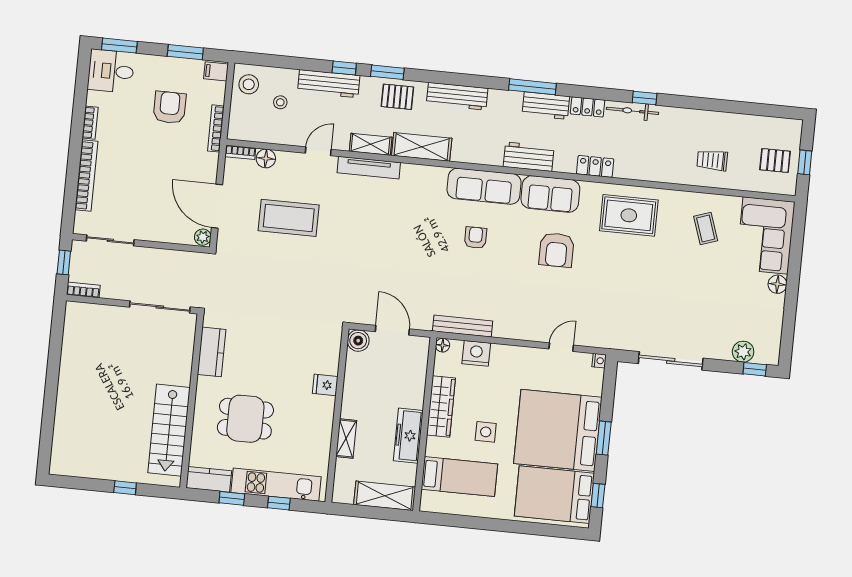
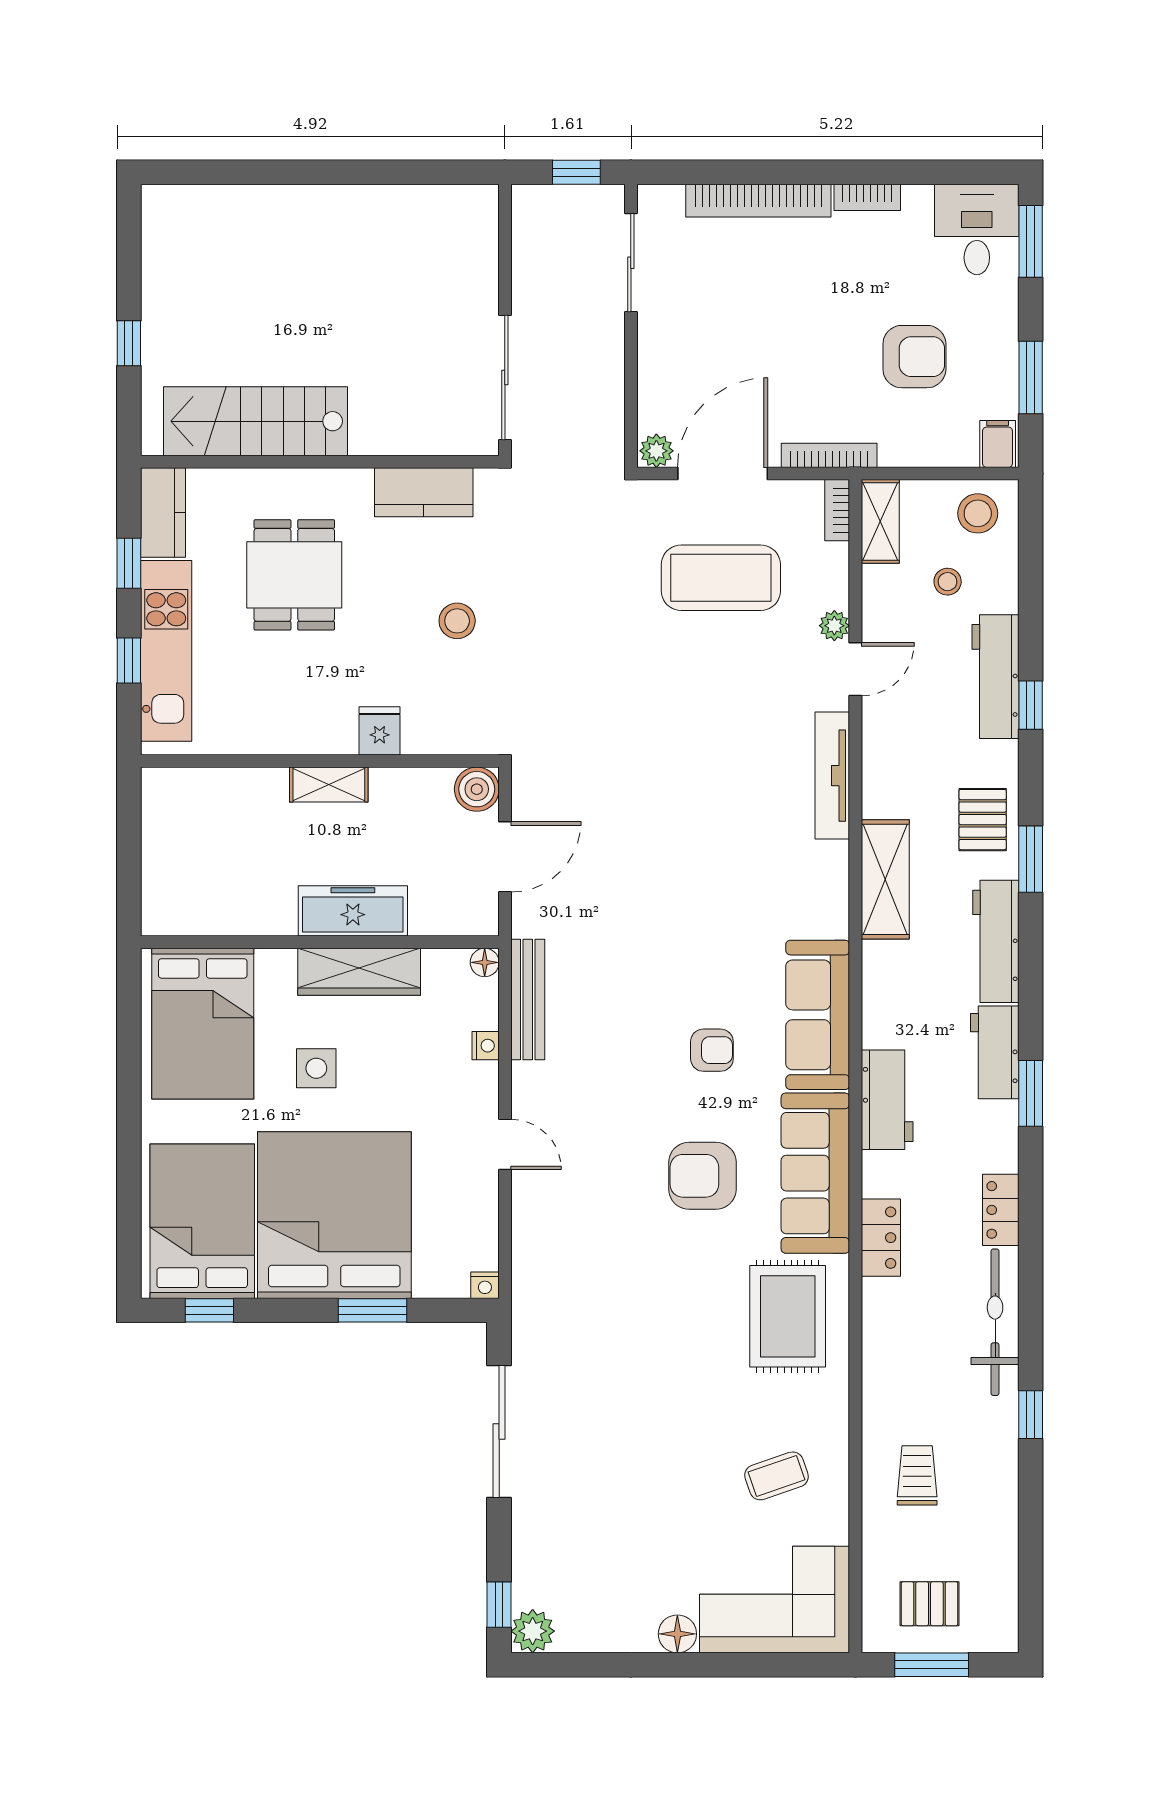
window: (387, 72) -> (1031, 859), moved
window: (532, 87) -> (1031, 1093), width x0.69
window: (645, 98) -> (1031, 1415), moved
workbench: (546, 106) -> (995, 1052), moved
bicycle: (632, 111) -> (995, 1322), width x1.37, depth x1.40
bookcase: (216, 128) -> (829, 455), moved
shelving: (371, 144) -> (880, 521), moved
door: (318, 151) -> (855, 669), hinge flipped
floor lamp: (266, 158) -> (830, 564), removed
plant: (296, 159) -> (834, 626), added
pallet: (775, 161) -> (929, 1604), turned 90
window: (805, 162) -> (932, 1665), width x1.50
sofa: (550, 194) -> (815, 1173), width x1.36
coffee table: (289, 218) -> (721, 578), moved, turned 90
armchair: (475, 238) -> (712, 1050), moved
bookcase: (83, 290) -> (524, 218), removed
stool: (276, 342) -> (457, 621), added
door: (561, 347) -> (505, 1144), moved
plant: (743, 352) -> (533, 1631), moved
nightstand: (476, 353) -> (486, 1046), width x0.53, depth x0.56
freezer: (408, 436) -> (353, 911), moved
shelving: (346, 438) -> (329, 785), moved
window: (604, 438) -> (373, 1310), moved
bed: (459, 477) -> (203, 1024), width x1.50
shelving: (385, 496) -> (165, 875), removed

